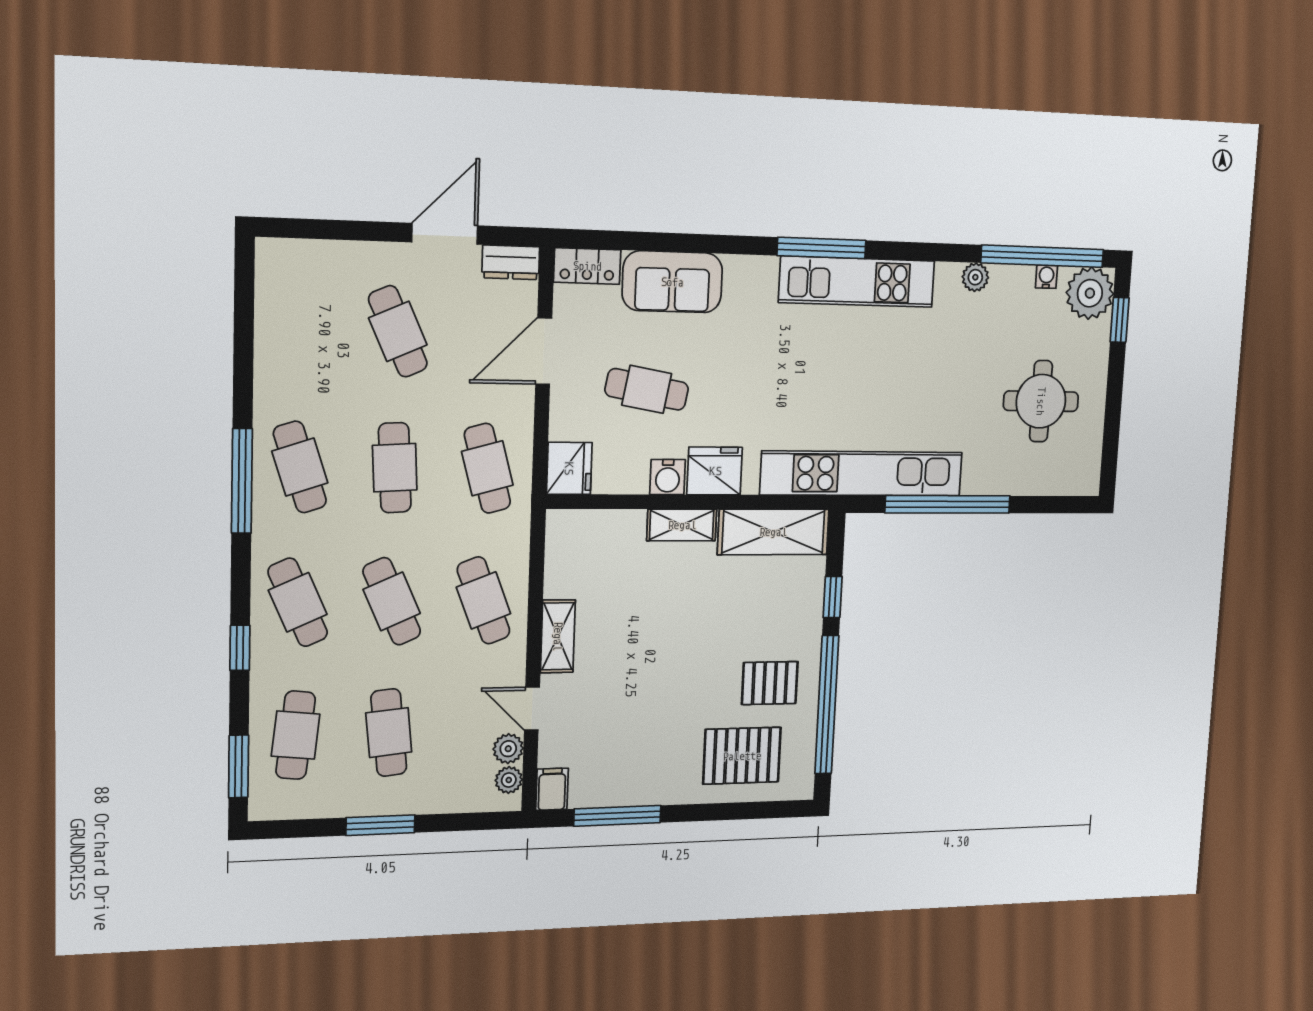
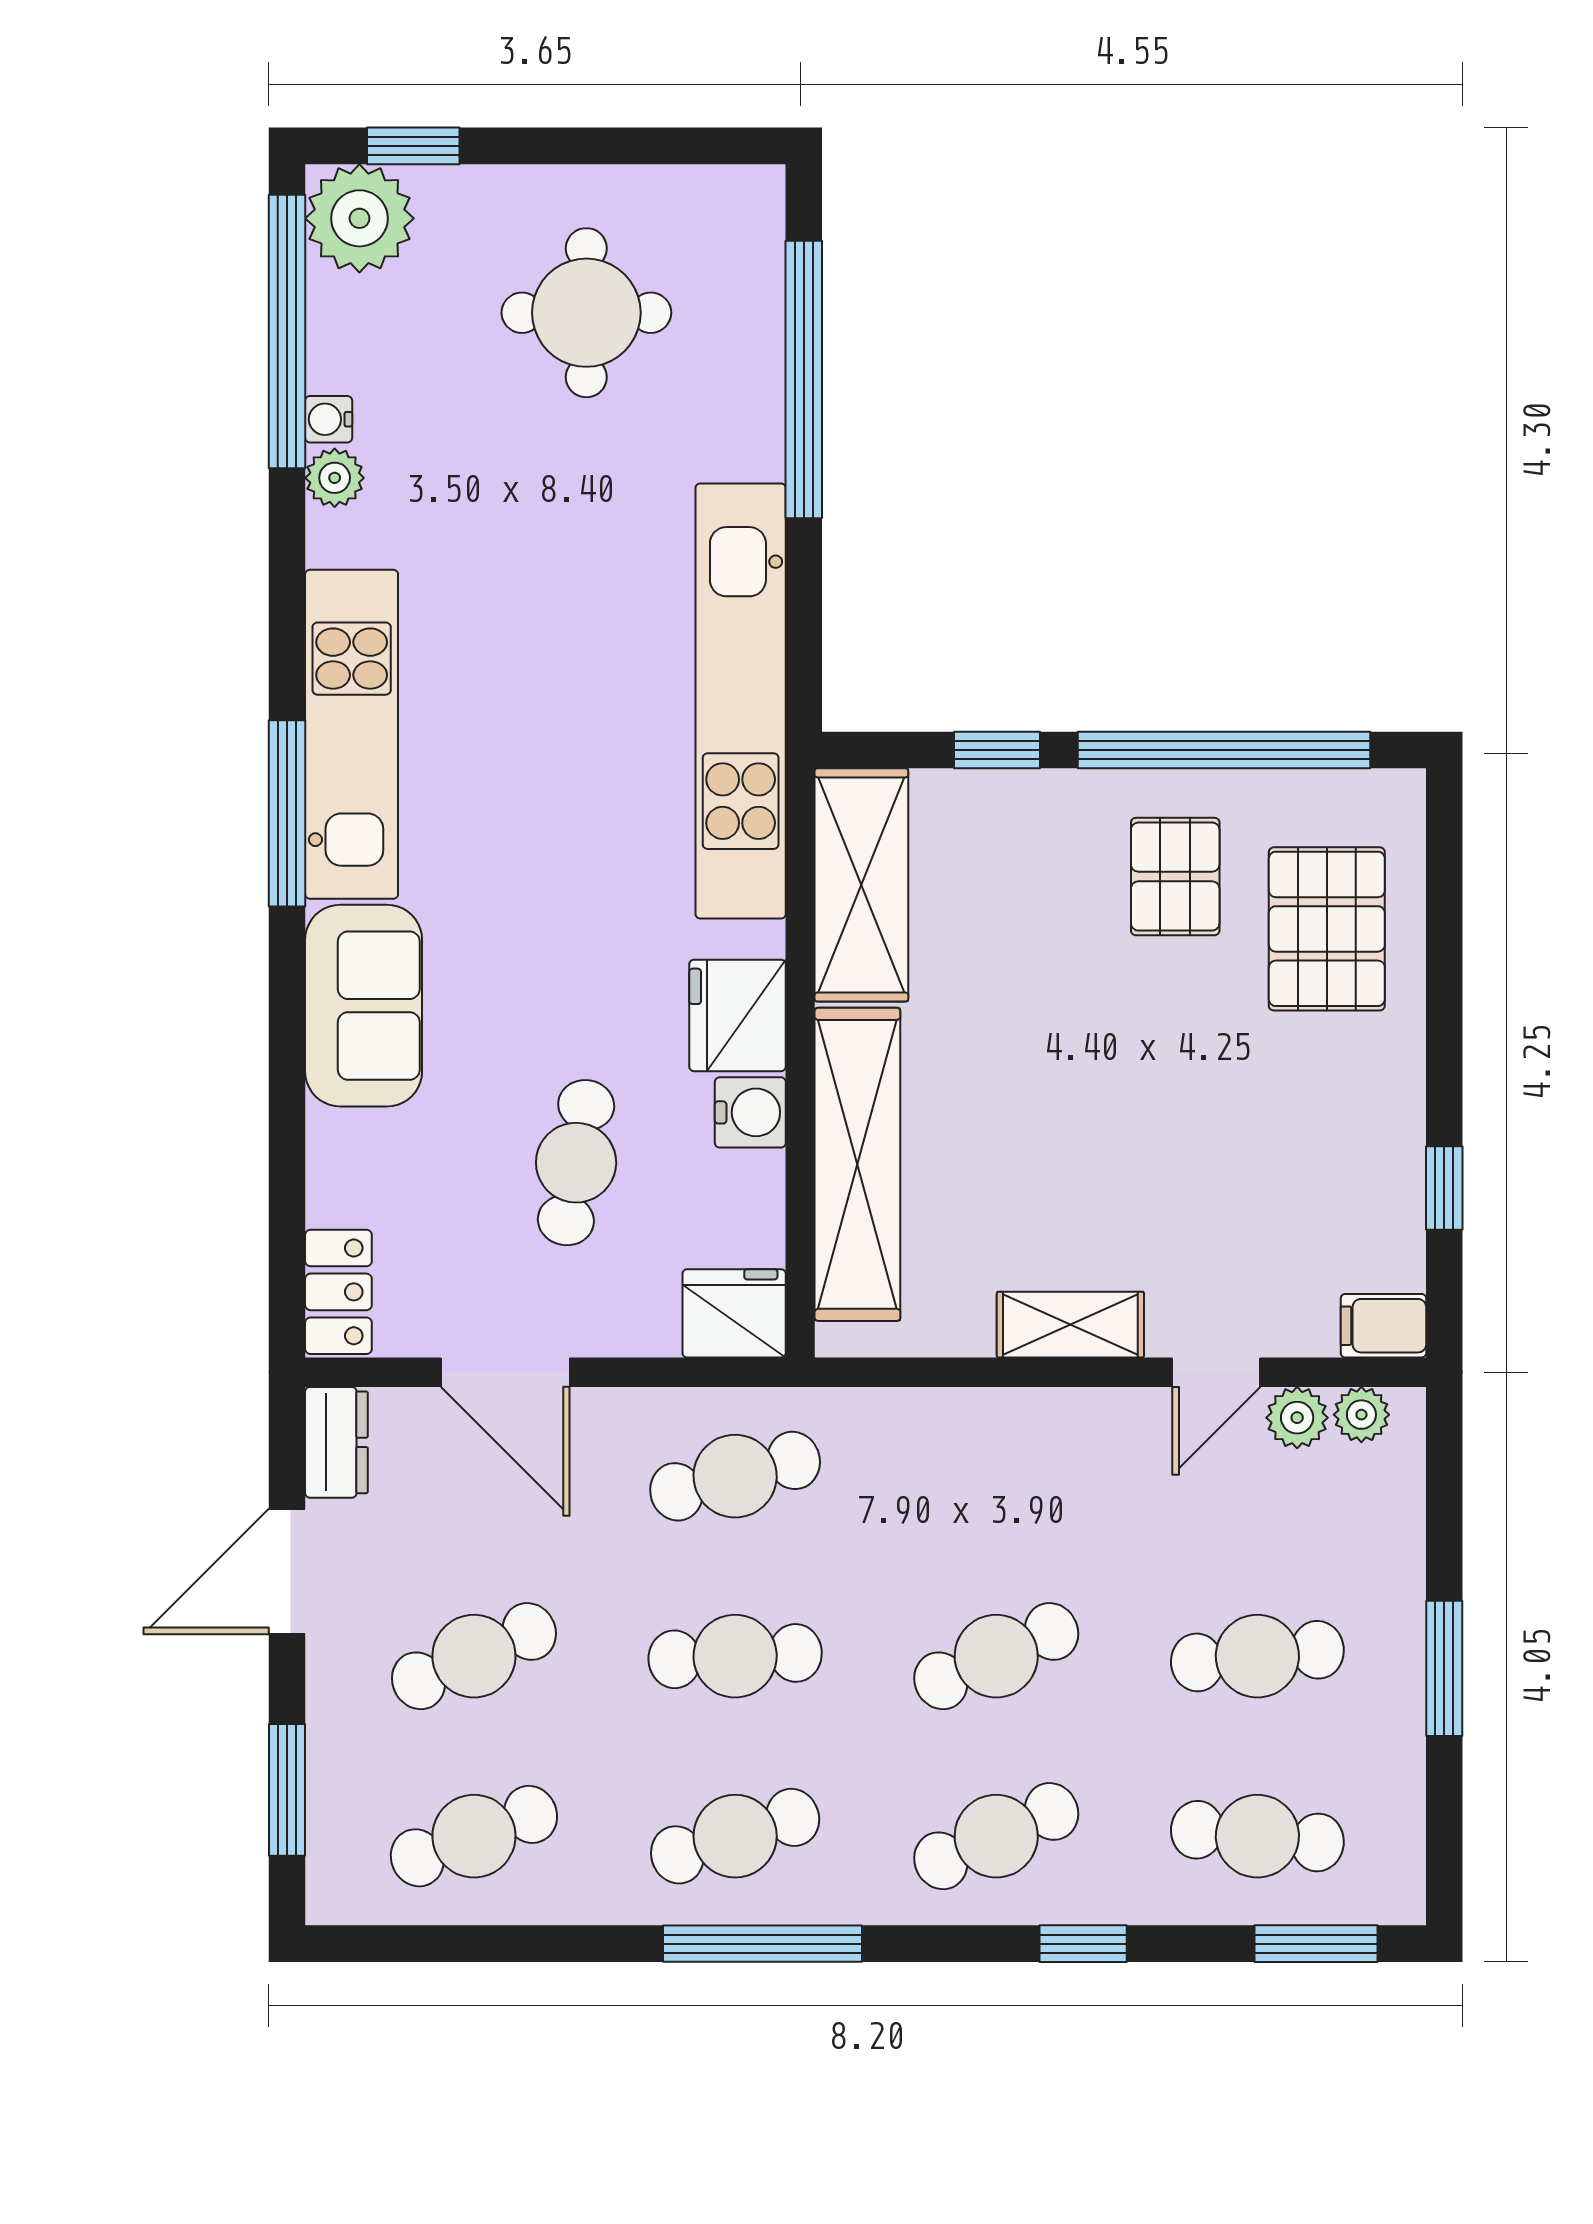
window: (329, 230) -> (287, 1790), added
door: (445, 234) -> (287, 1571), hinge flipped
water cooler: (1046, 277) -> (329, 419), moved
sofa: (672, 282) -> (364, 1006), moved
window: (948, 504) -> (804, 380), moved
shelving: (682, 525) -> (857, 1164), width x2.20, depth x1.33
cafe table: (484, 600) -> (474, 1836), moved
window: (617, 816) -> (1444, 1188), width x0.46

